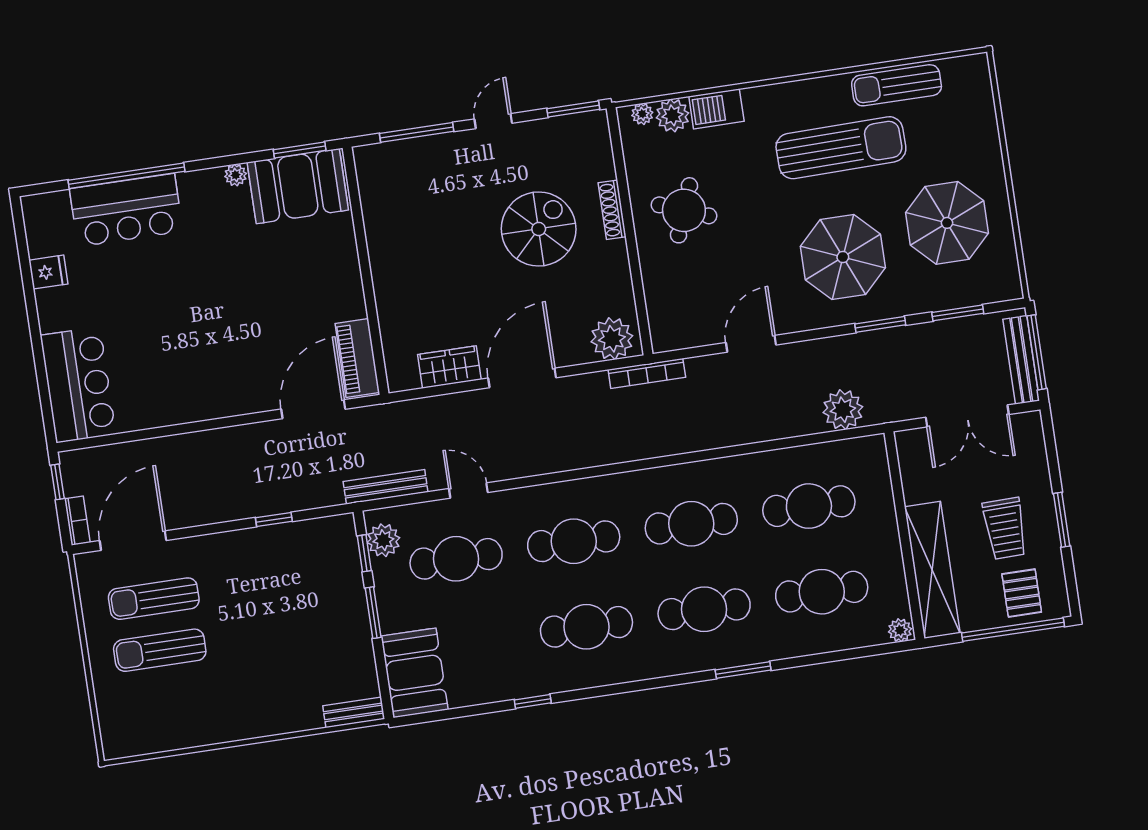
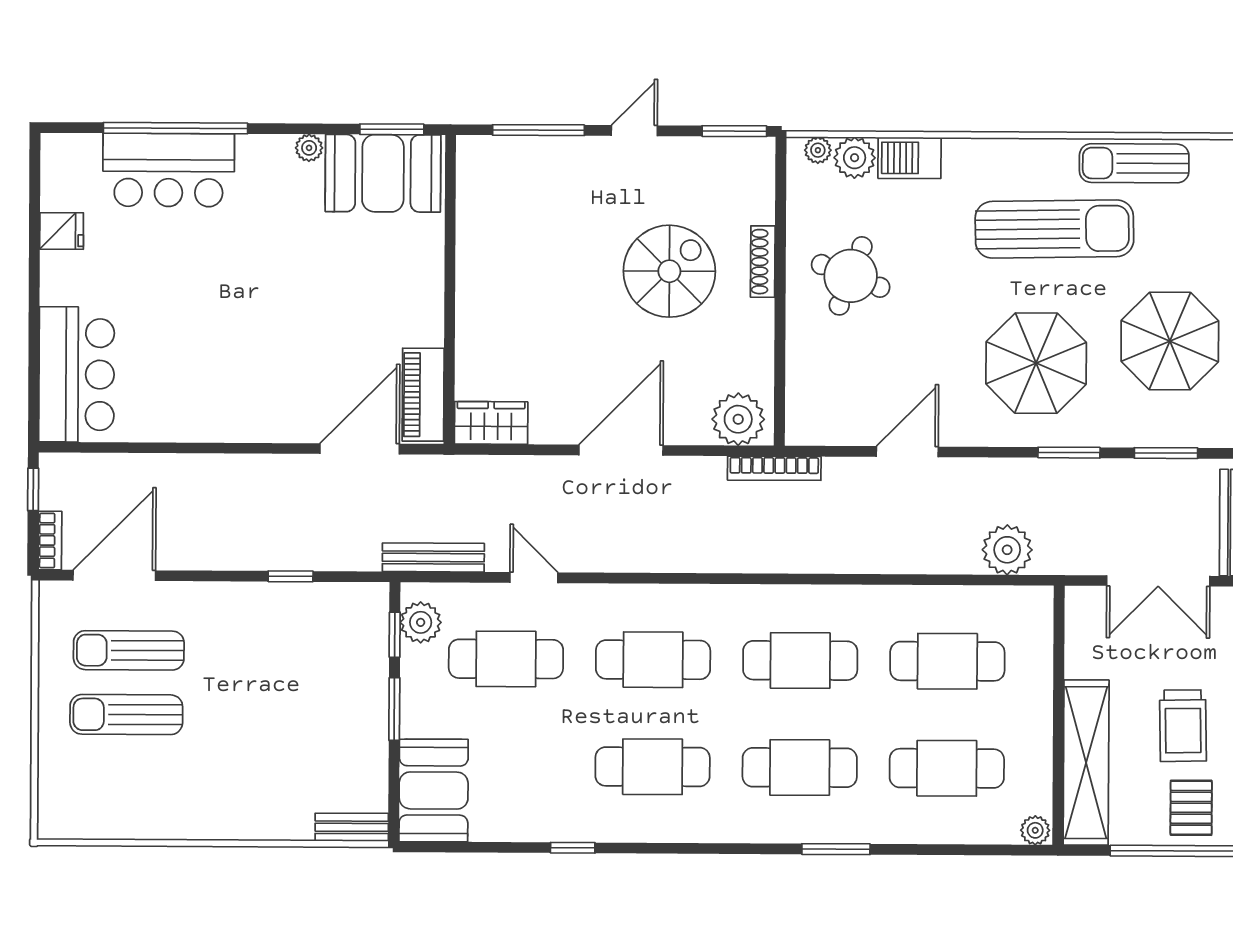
wardrobe: (449, 367) -> (491, 423), moved

